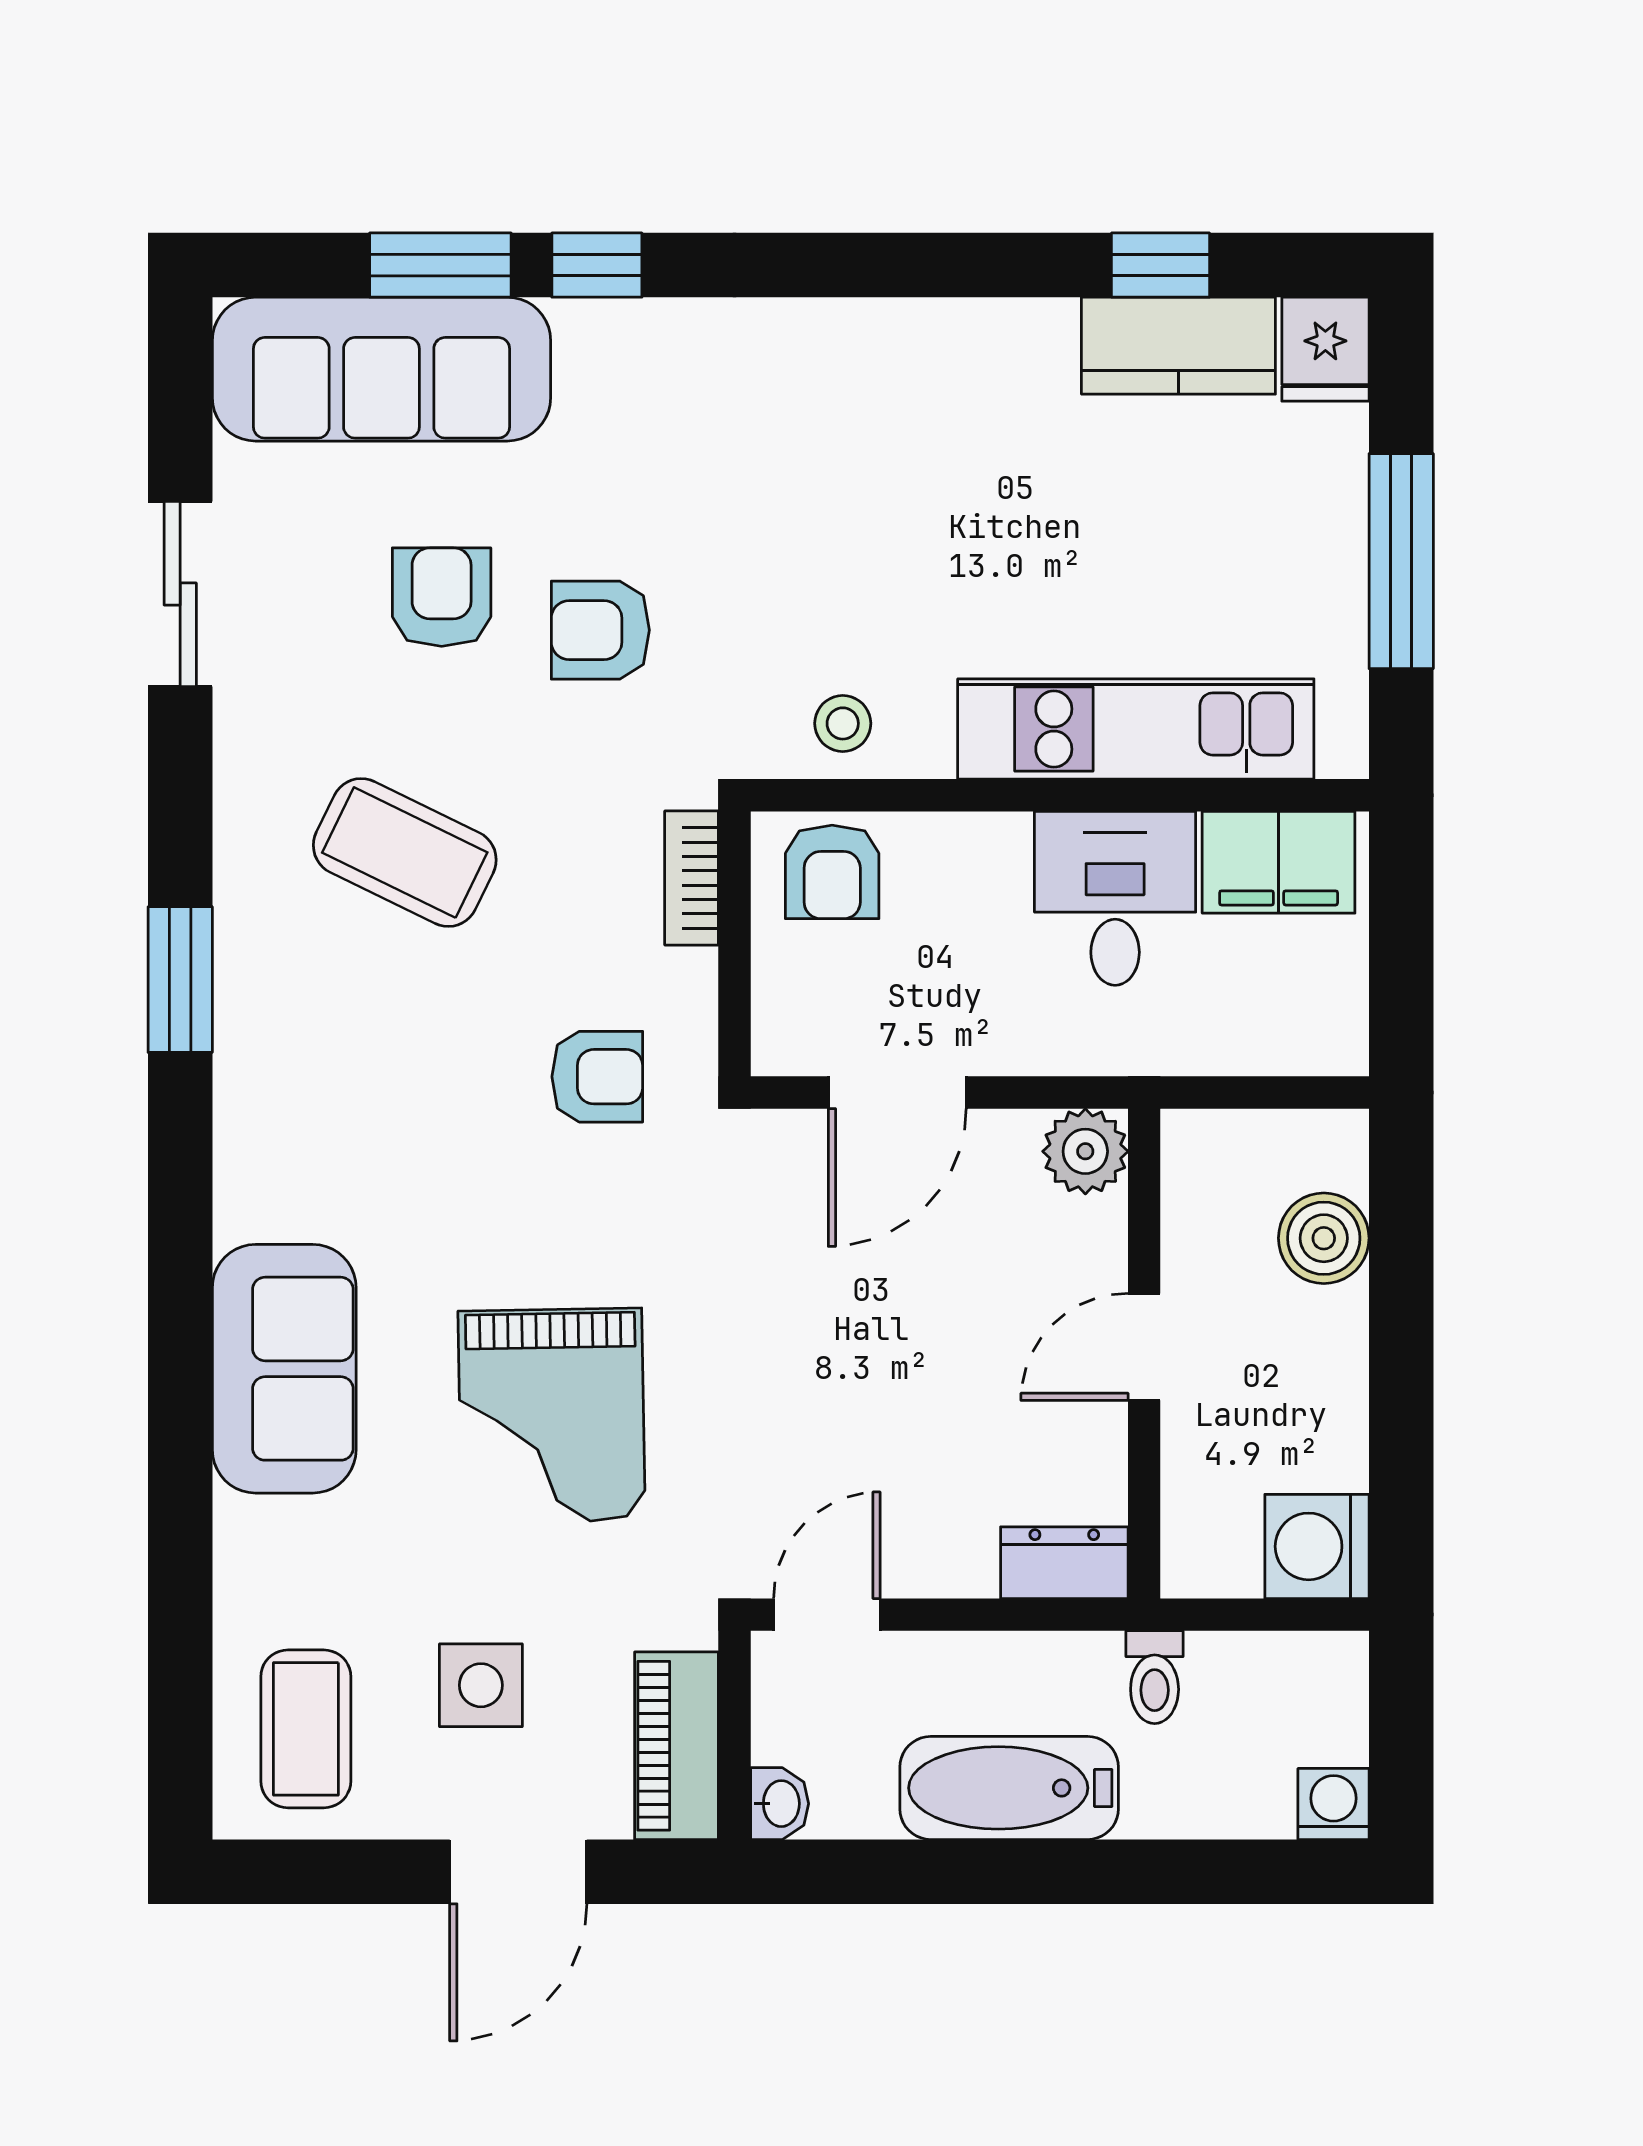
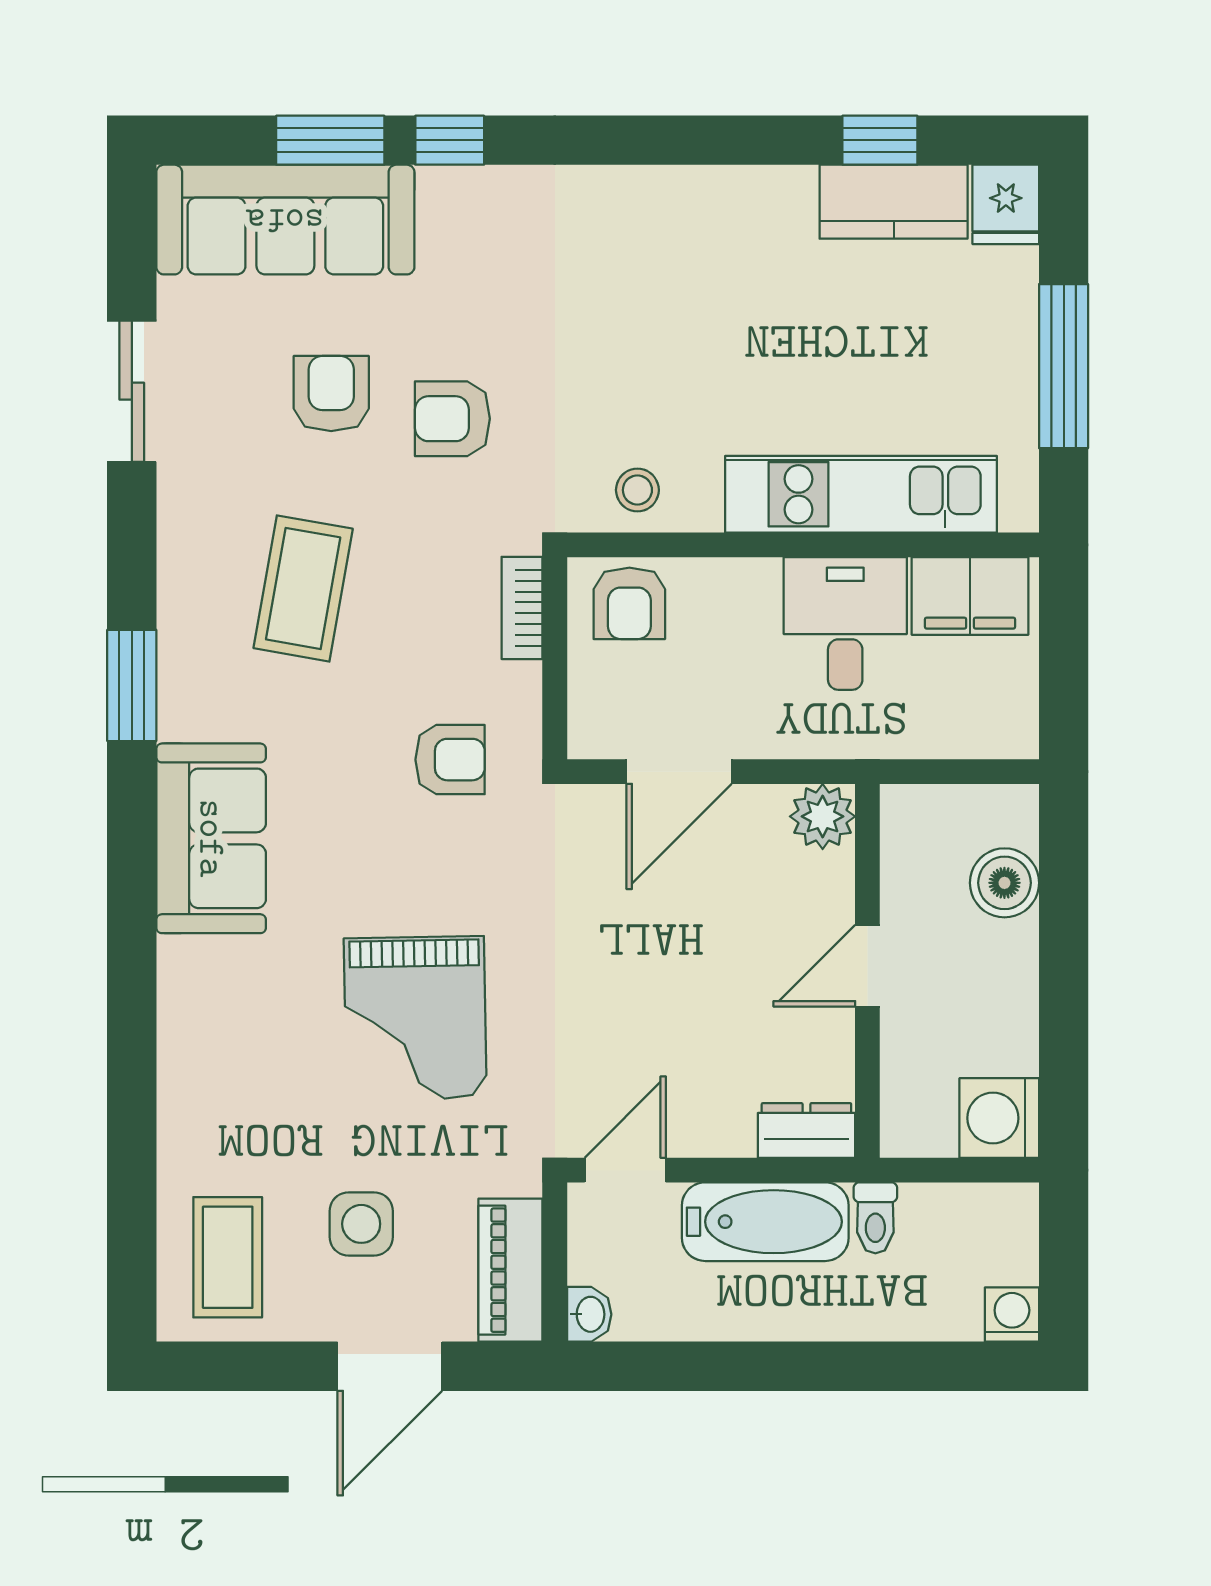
coffee table: (405, 853) -> (303, 588), turned 74
sofa: (284, 1369) -> (211, 838), moved
bathtub: (1009, 1788) -> (765, 1222), moved, turned 180

